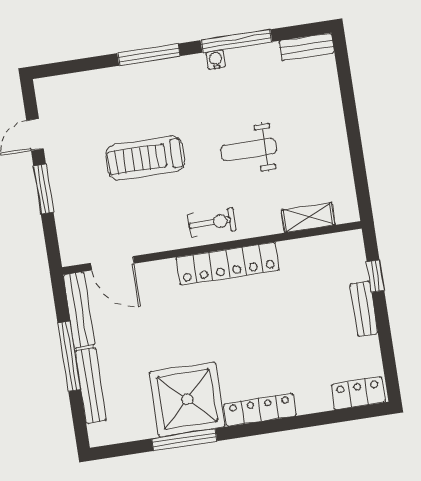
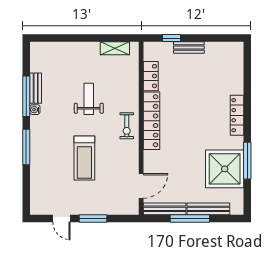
bench: (307, 47) -> (36, 88), moved
weight bench: (249, 150) -> (89, 99), turned 180
shelving: (308, 218) -> (115, 48), moved, turned 90
exercise bike: (212, 222) -> (127, 126), turned 180
locker: (358, 393) -> (151, 76), moved, turned 180
shower: (187, 399) -> (225, 169), moved

